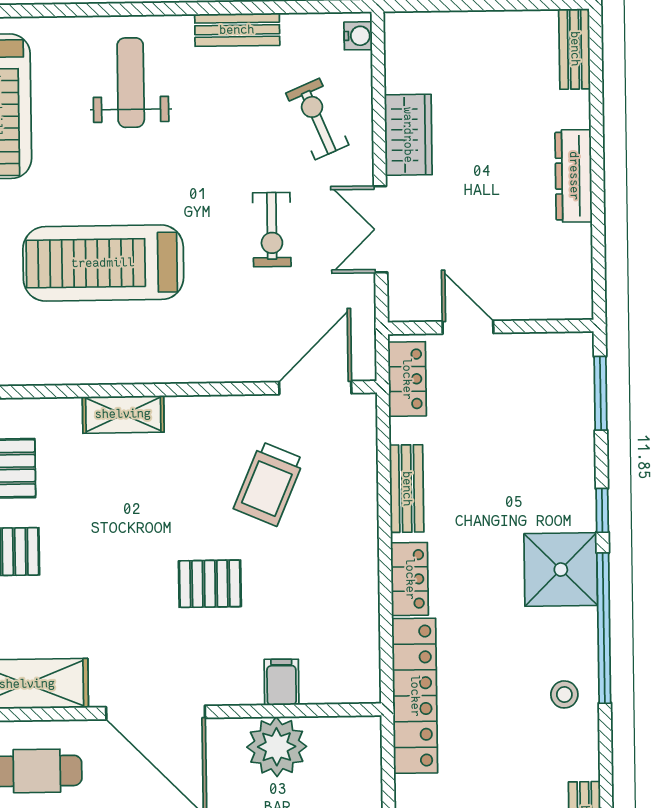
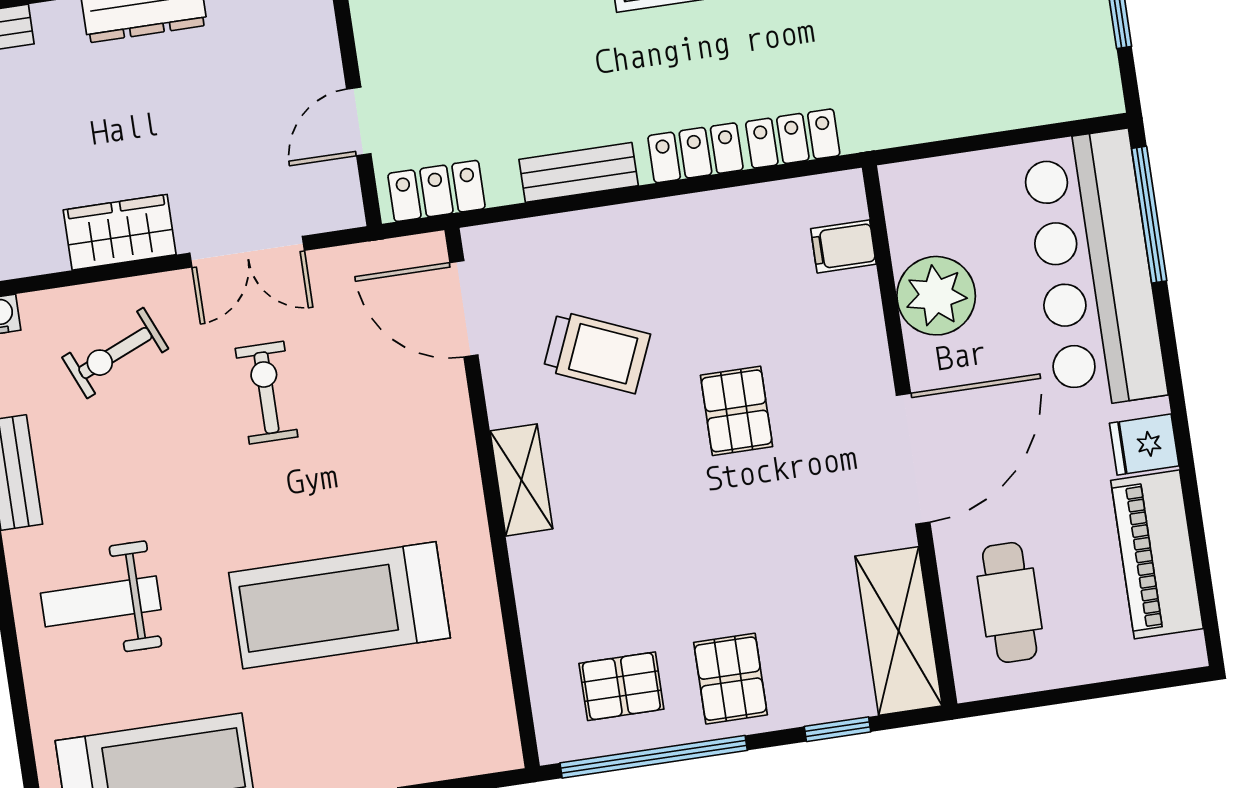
exercise bike: (272, 230) -> (267, 393), turned -90
treadmill: (103, 263) -> (339, 605), turned 90
shelving: (123, 414) -> (521, 480), moved
filing cabinet: (282, 682) -> (843, 246), moved
locker: (415, 696) -> (793, 139), width x0.46, depth x0.83

